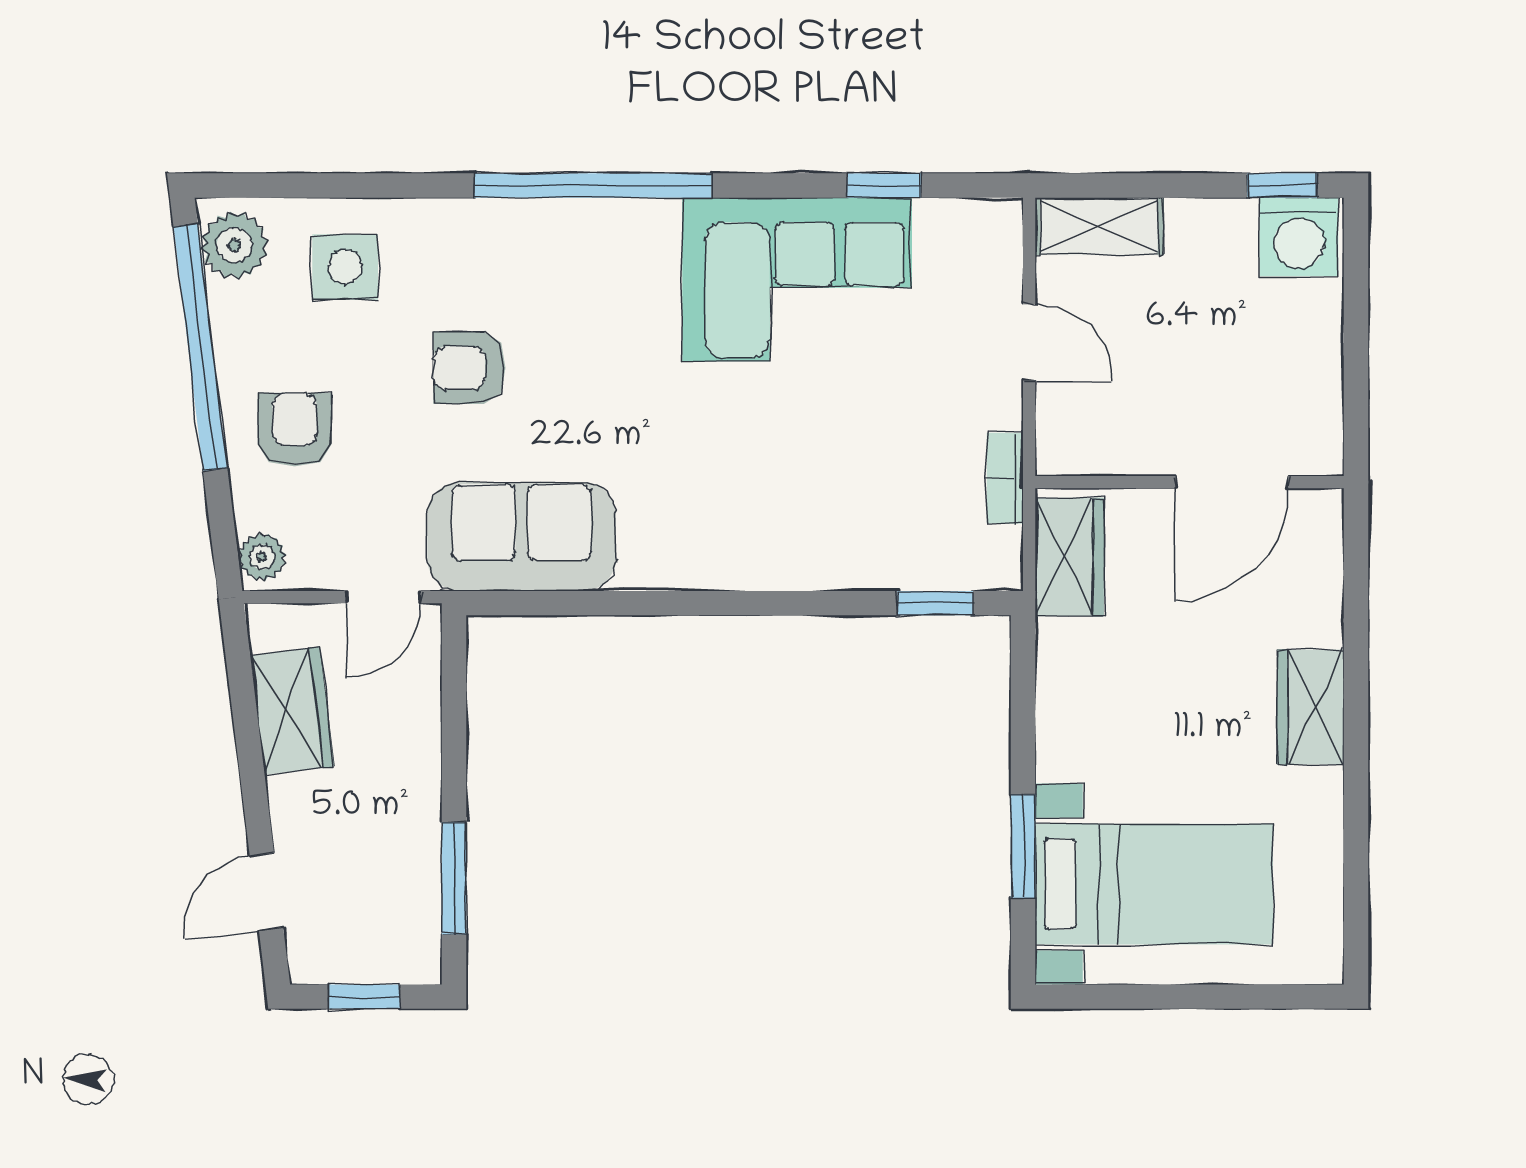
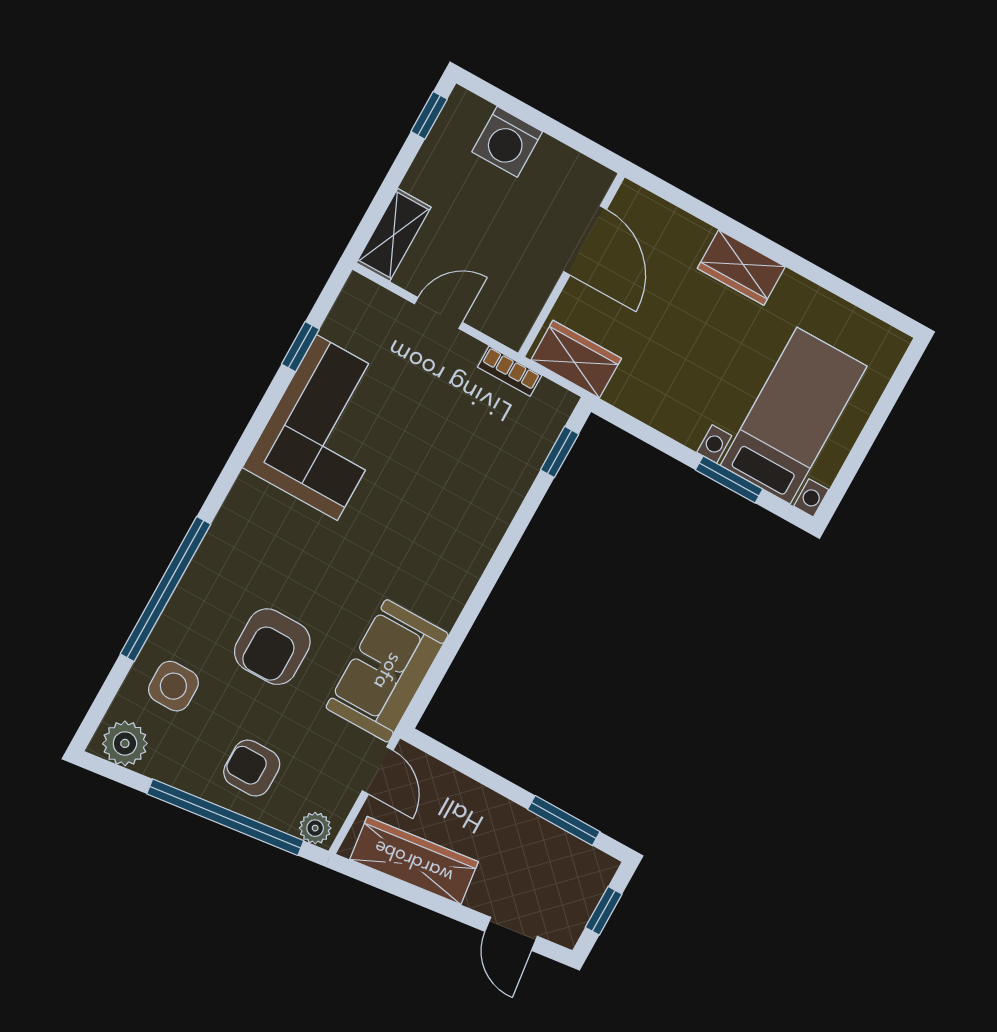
window: (593, 185) -> (165, 589), moved
washing machine: (1299, 237) -> (507, 142), moved, turned 90
window: (200, 347) -> (225, 817), moved
armchair: (469, 368) -> (272, 647), width x1.38, depth x1.38
wardrobe: (292, 711) -> (414, 861), width x1.50

